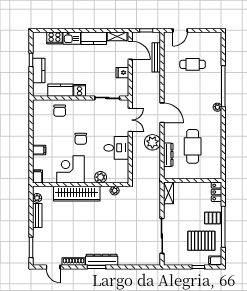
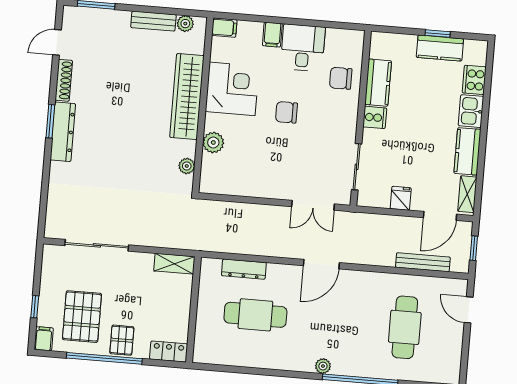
cafe table: (193, 64) -> (405, 327), width x1.37, depth x1.35
kitchen counter: (39, 70) -> (440, 48), moved
plant: (152, 142) -> (269, 242), removed
desk: (116, 148) -> (303, 48), moved, turned 180

